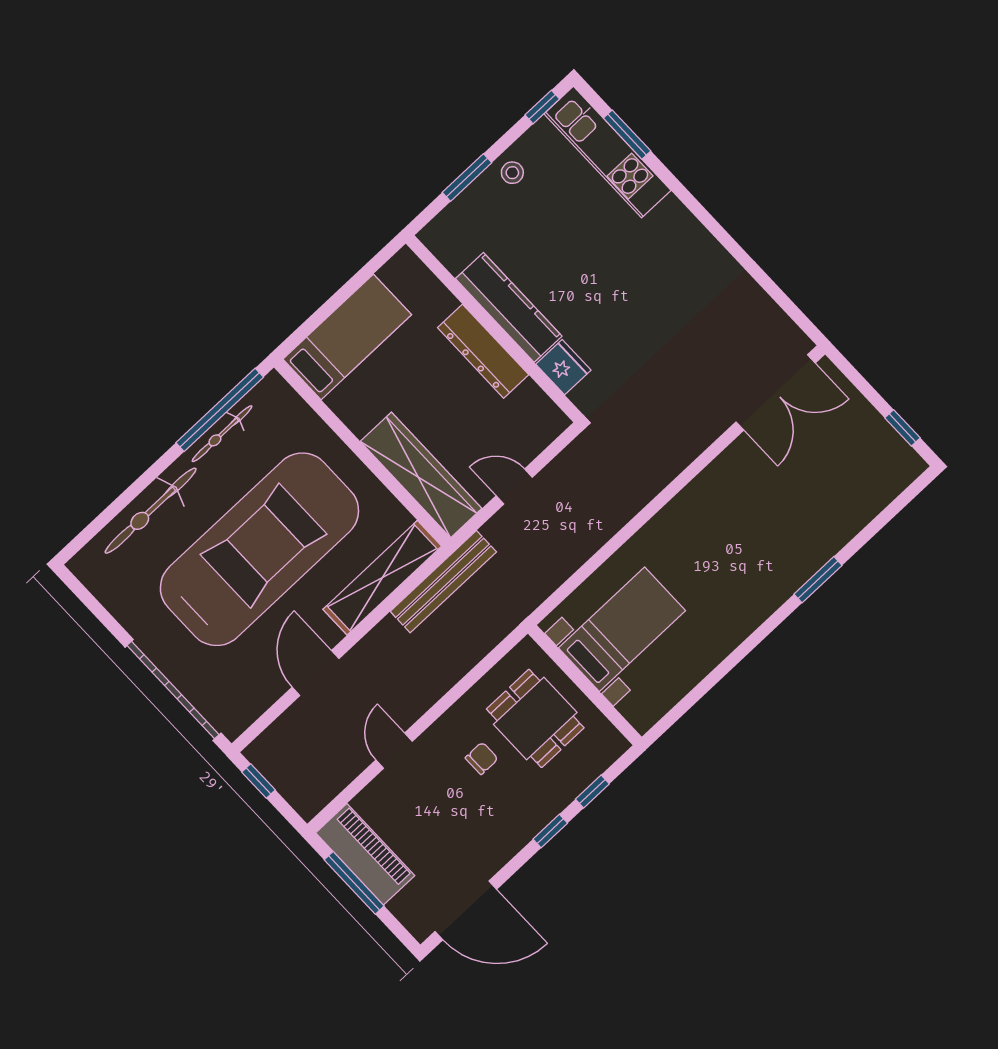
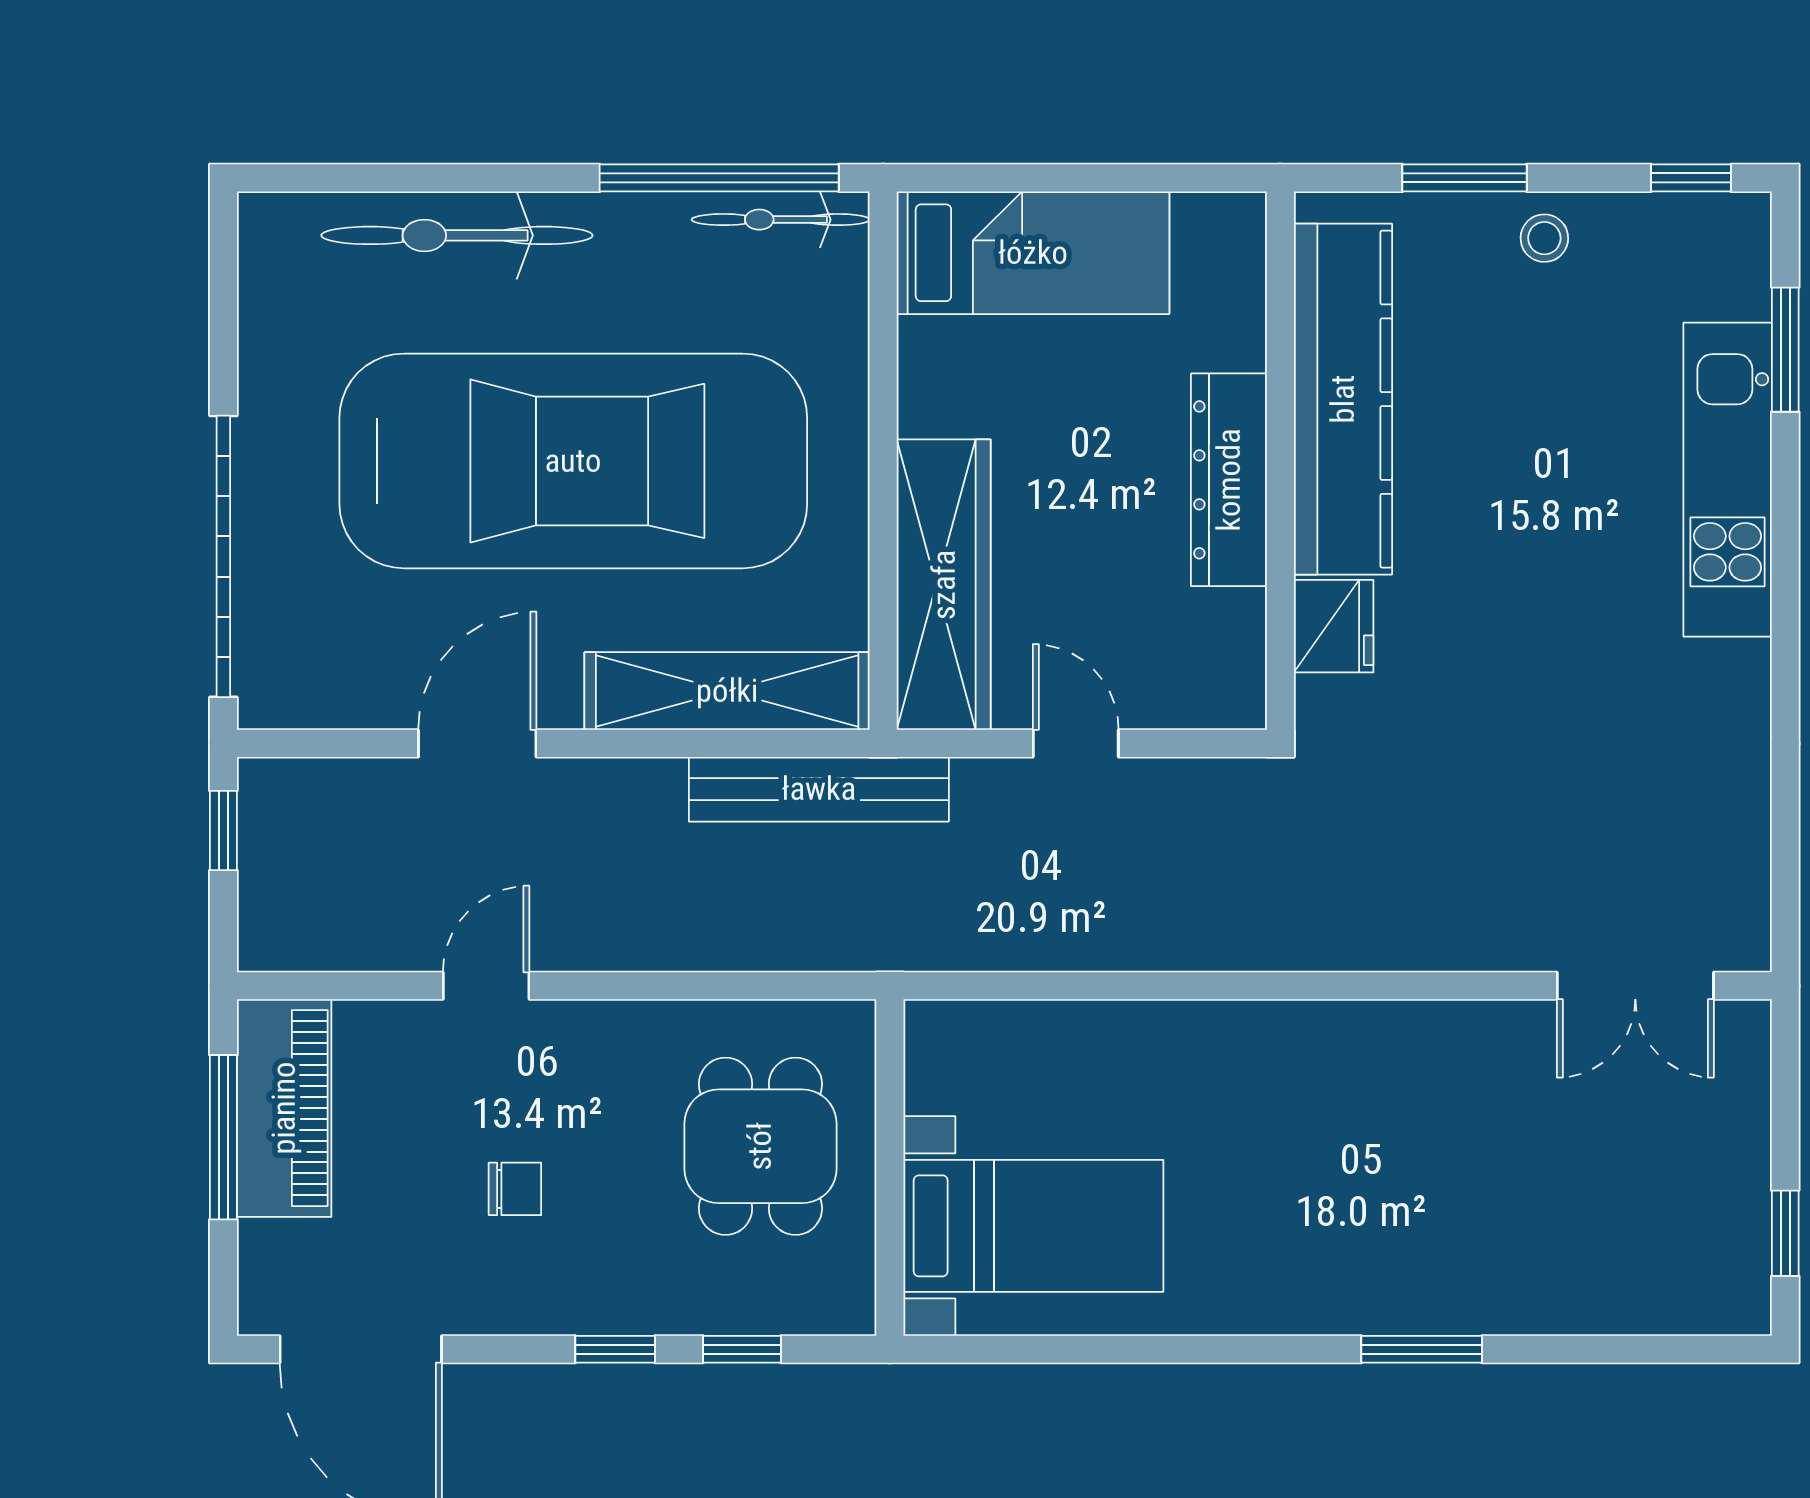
kitchen unit: (607, 152) -> (1728, 480), moved
kitchen counter: (509, 307) -> (1343, 399), width x1.39, depth x1.17
double door: (776, 392) -> (1635, 986), width x0.73
bicycle: (222, 434) -> (781, 220), moved
bed with nightstands: (622, 629) -> (1033, 1226), moved
chair: (482, 758) -> (515, 1189), moved

